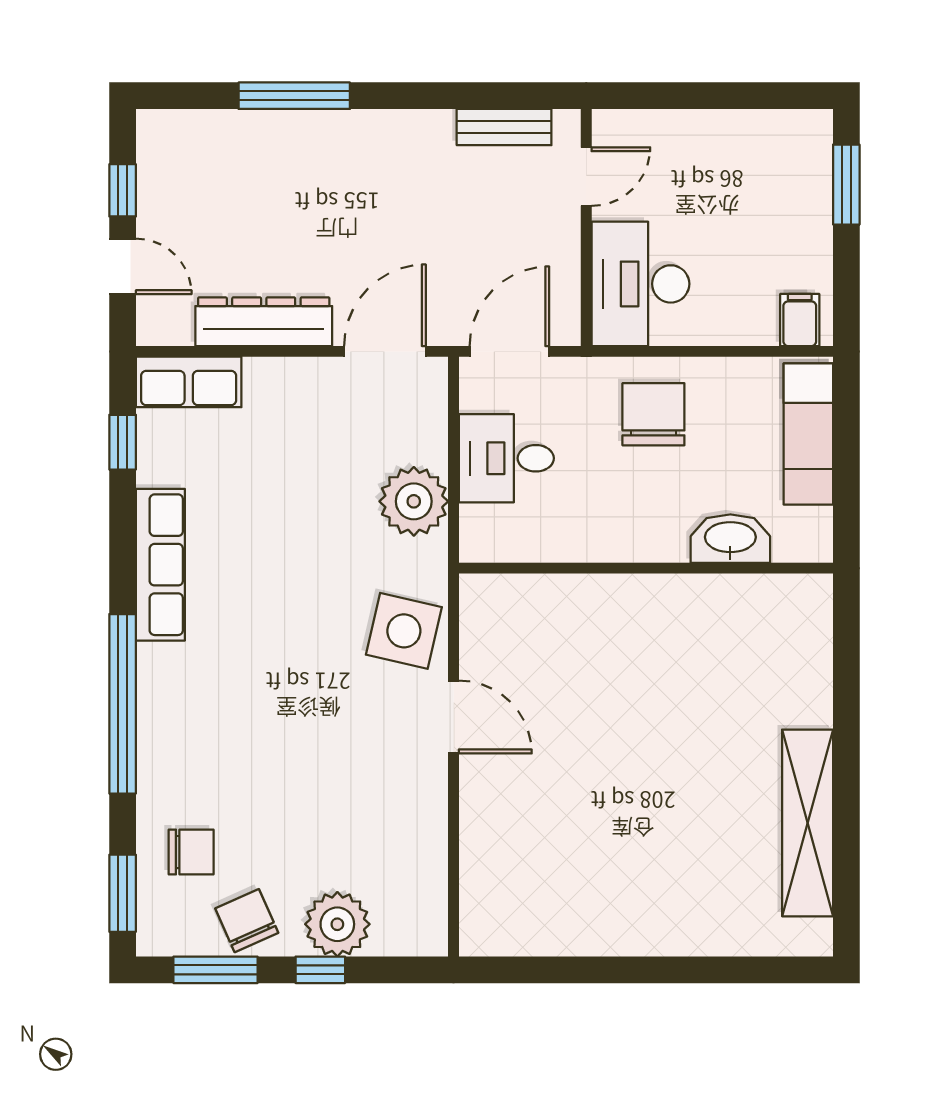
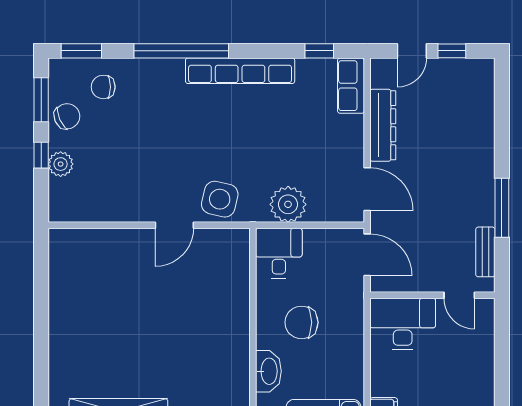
window: (294, 96) -> (502, 208), moved
chair: (653, 414) -> (301, 322), moved, turned 180
desk: (506, 458) -> (279, 253), moved
row of seats: (160, 565) -> (240, 71), width x1.36
chair: (191, 852) -> (103, 87), turned 90
plant: (337, 924) -> (61, 164), width x0.73, depth x0.73

